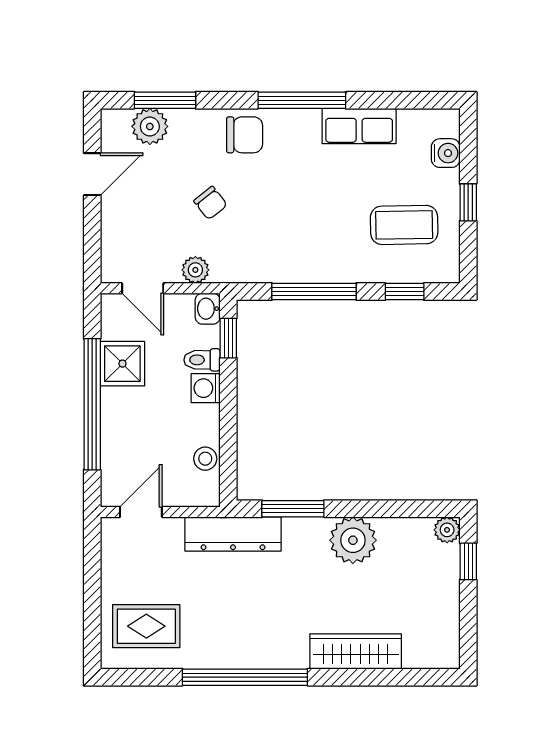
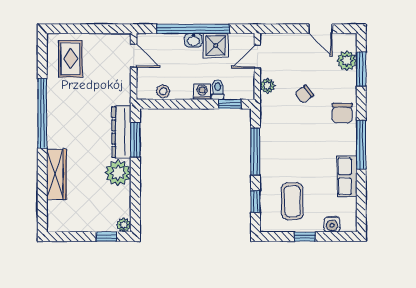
washbasin: (208, 309) -> (193, 40), moved, turned 180
dresser: (233, 534) -> (121, 132), moved

